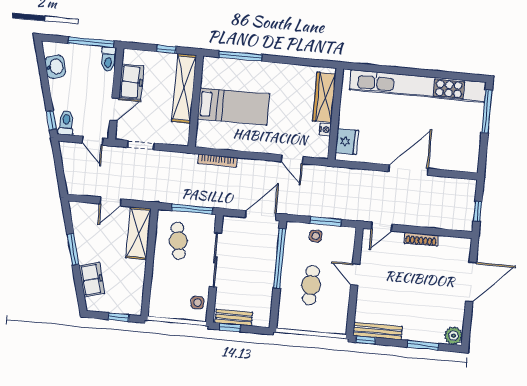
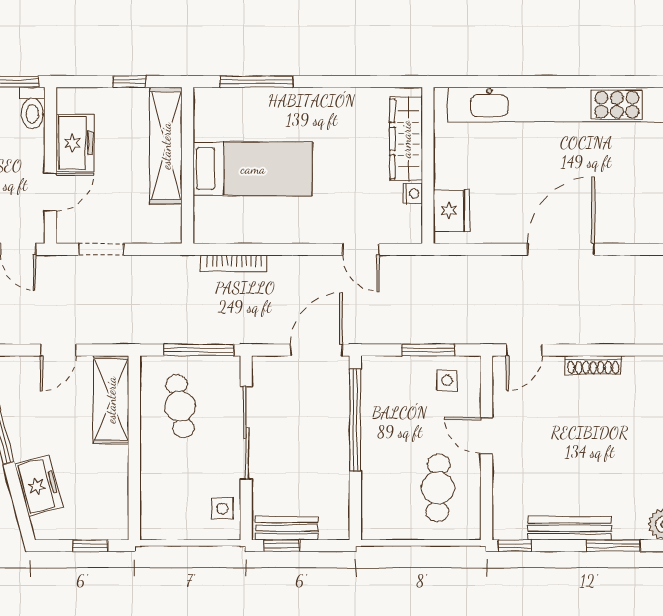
side table: (316, 236) -> (447, 380), moved
cafe table: (311, 285) -> (438, 488), moved
bench: (378, 331) -> (569, 528), moved

